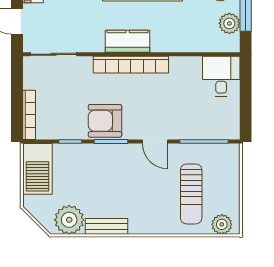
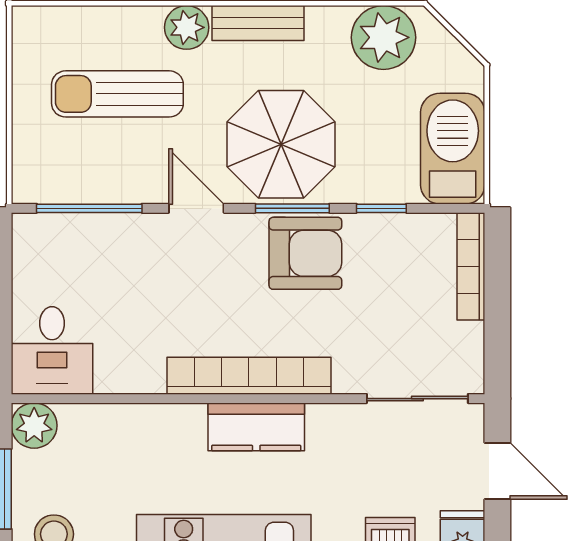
plant: (229, 23) -> (34, 426), moved
parasol: (116, 171) -> (281, 144), added
sun lounger: (191, 194) -> (117, 94), turned -90
plant: (222, 224) -> (187, 27), moved
bench: (106, 226) -> (258, 23), moved

